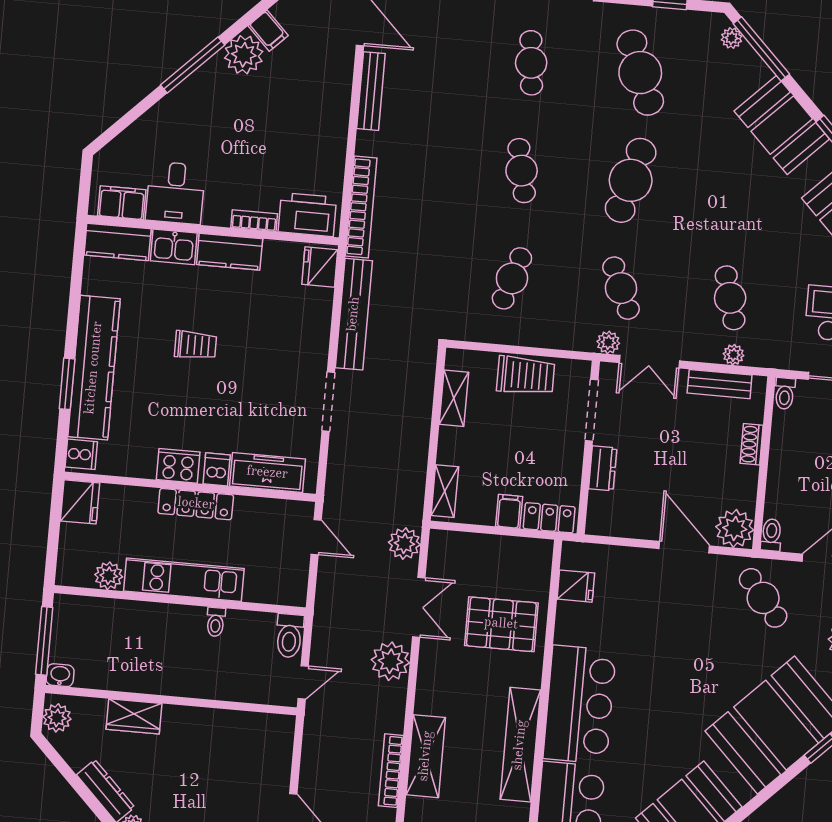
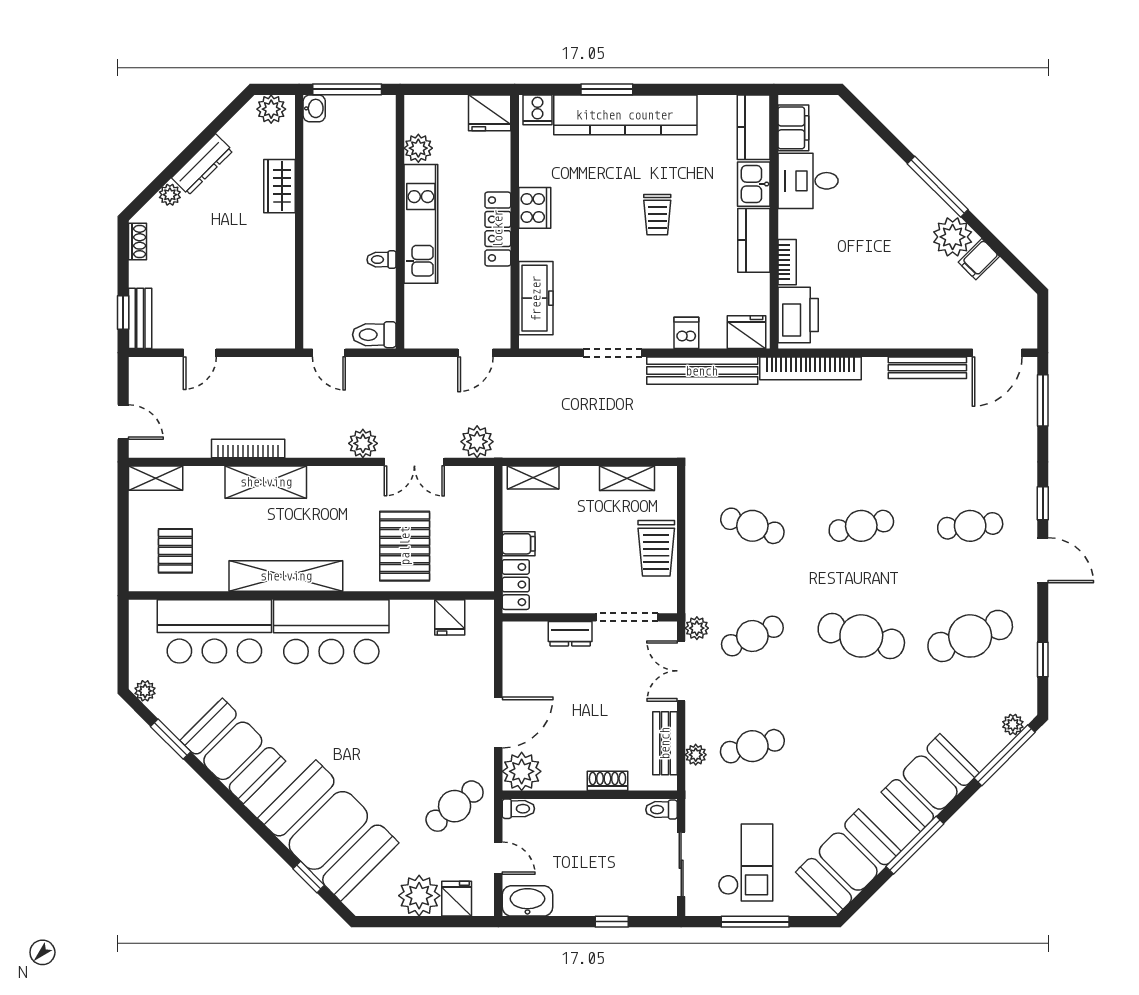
dishwasher: (217, 469) -> (686, 333), moved, turned -90
plant: (390, 661) -> (363, 443), width x0.73, depth x0.73

